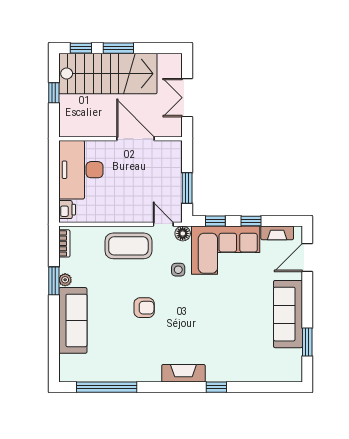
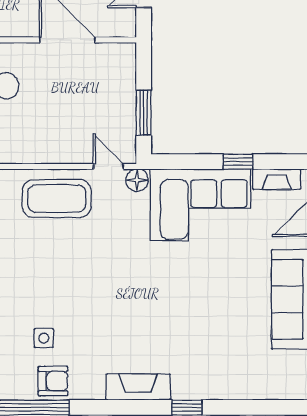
window: (215, 221) -> (185, 162), removed
side table: (178, 270) -> (44, 338), moved
armchair: (144, 308) -> (53, 381), moved

